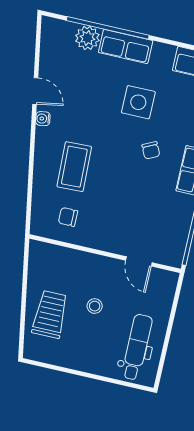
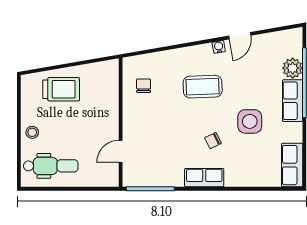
coffee table: (74, 167) -> (203, 87), moved
stool: (95, 306) -> (32, 132), moved

